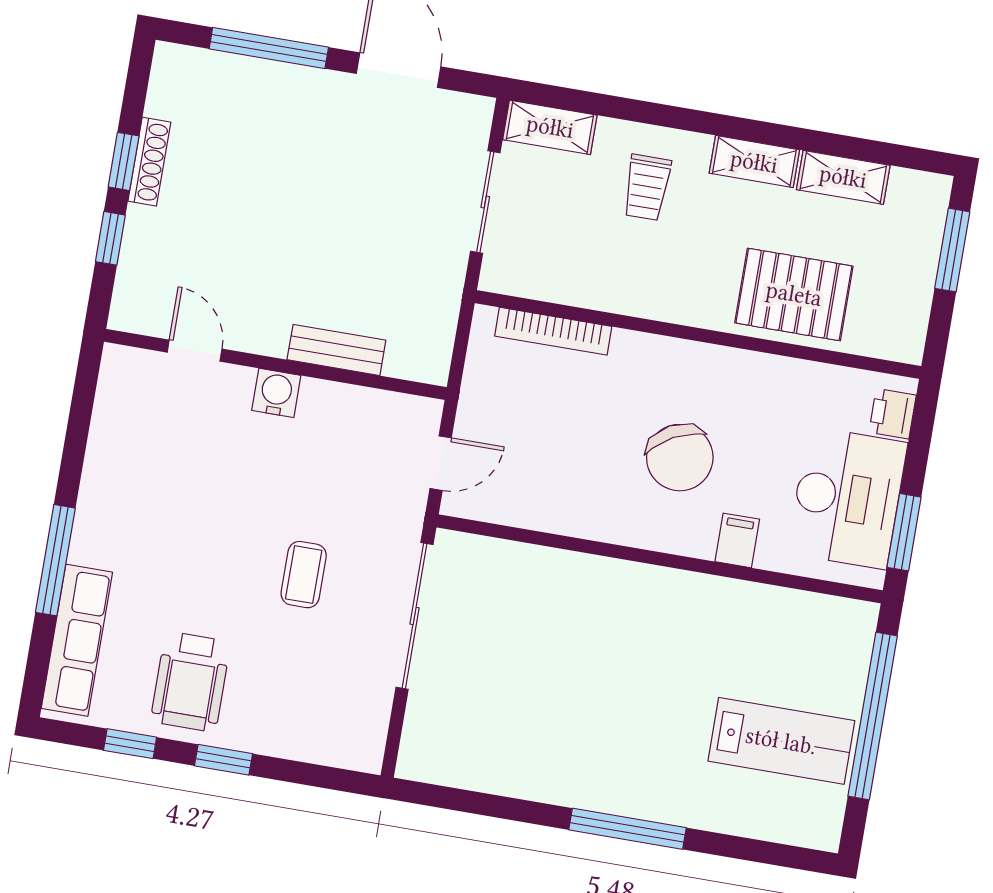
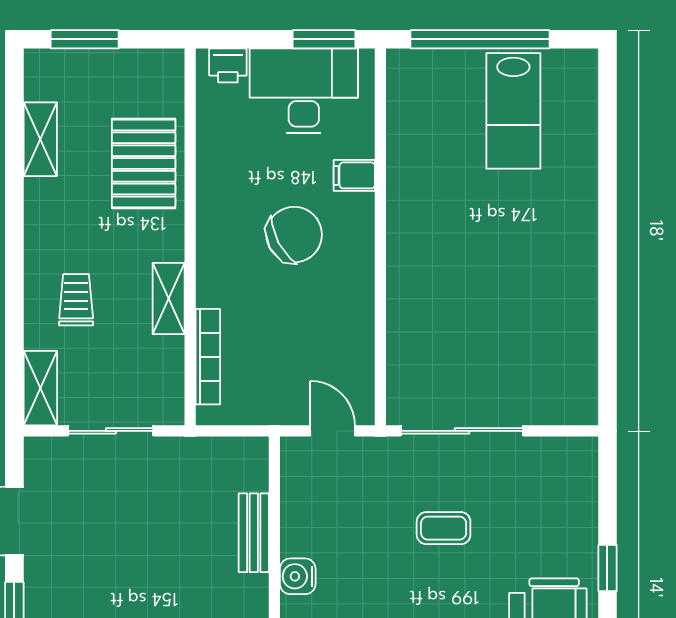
shelving: (754, 162) -> (169, 299), moved
trolley: (647, 187) -> (76, 300), turned -90
lab bench: (781, 741) -> (513, 111), turned 180
window: (627, 829) -> (607, 225), removed

